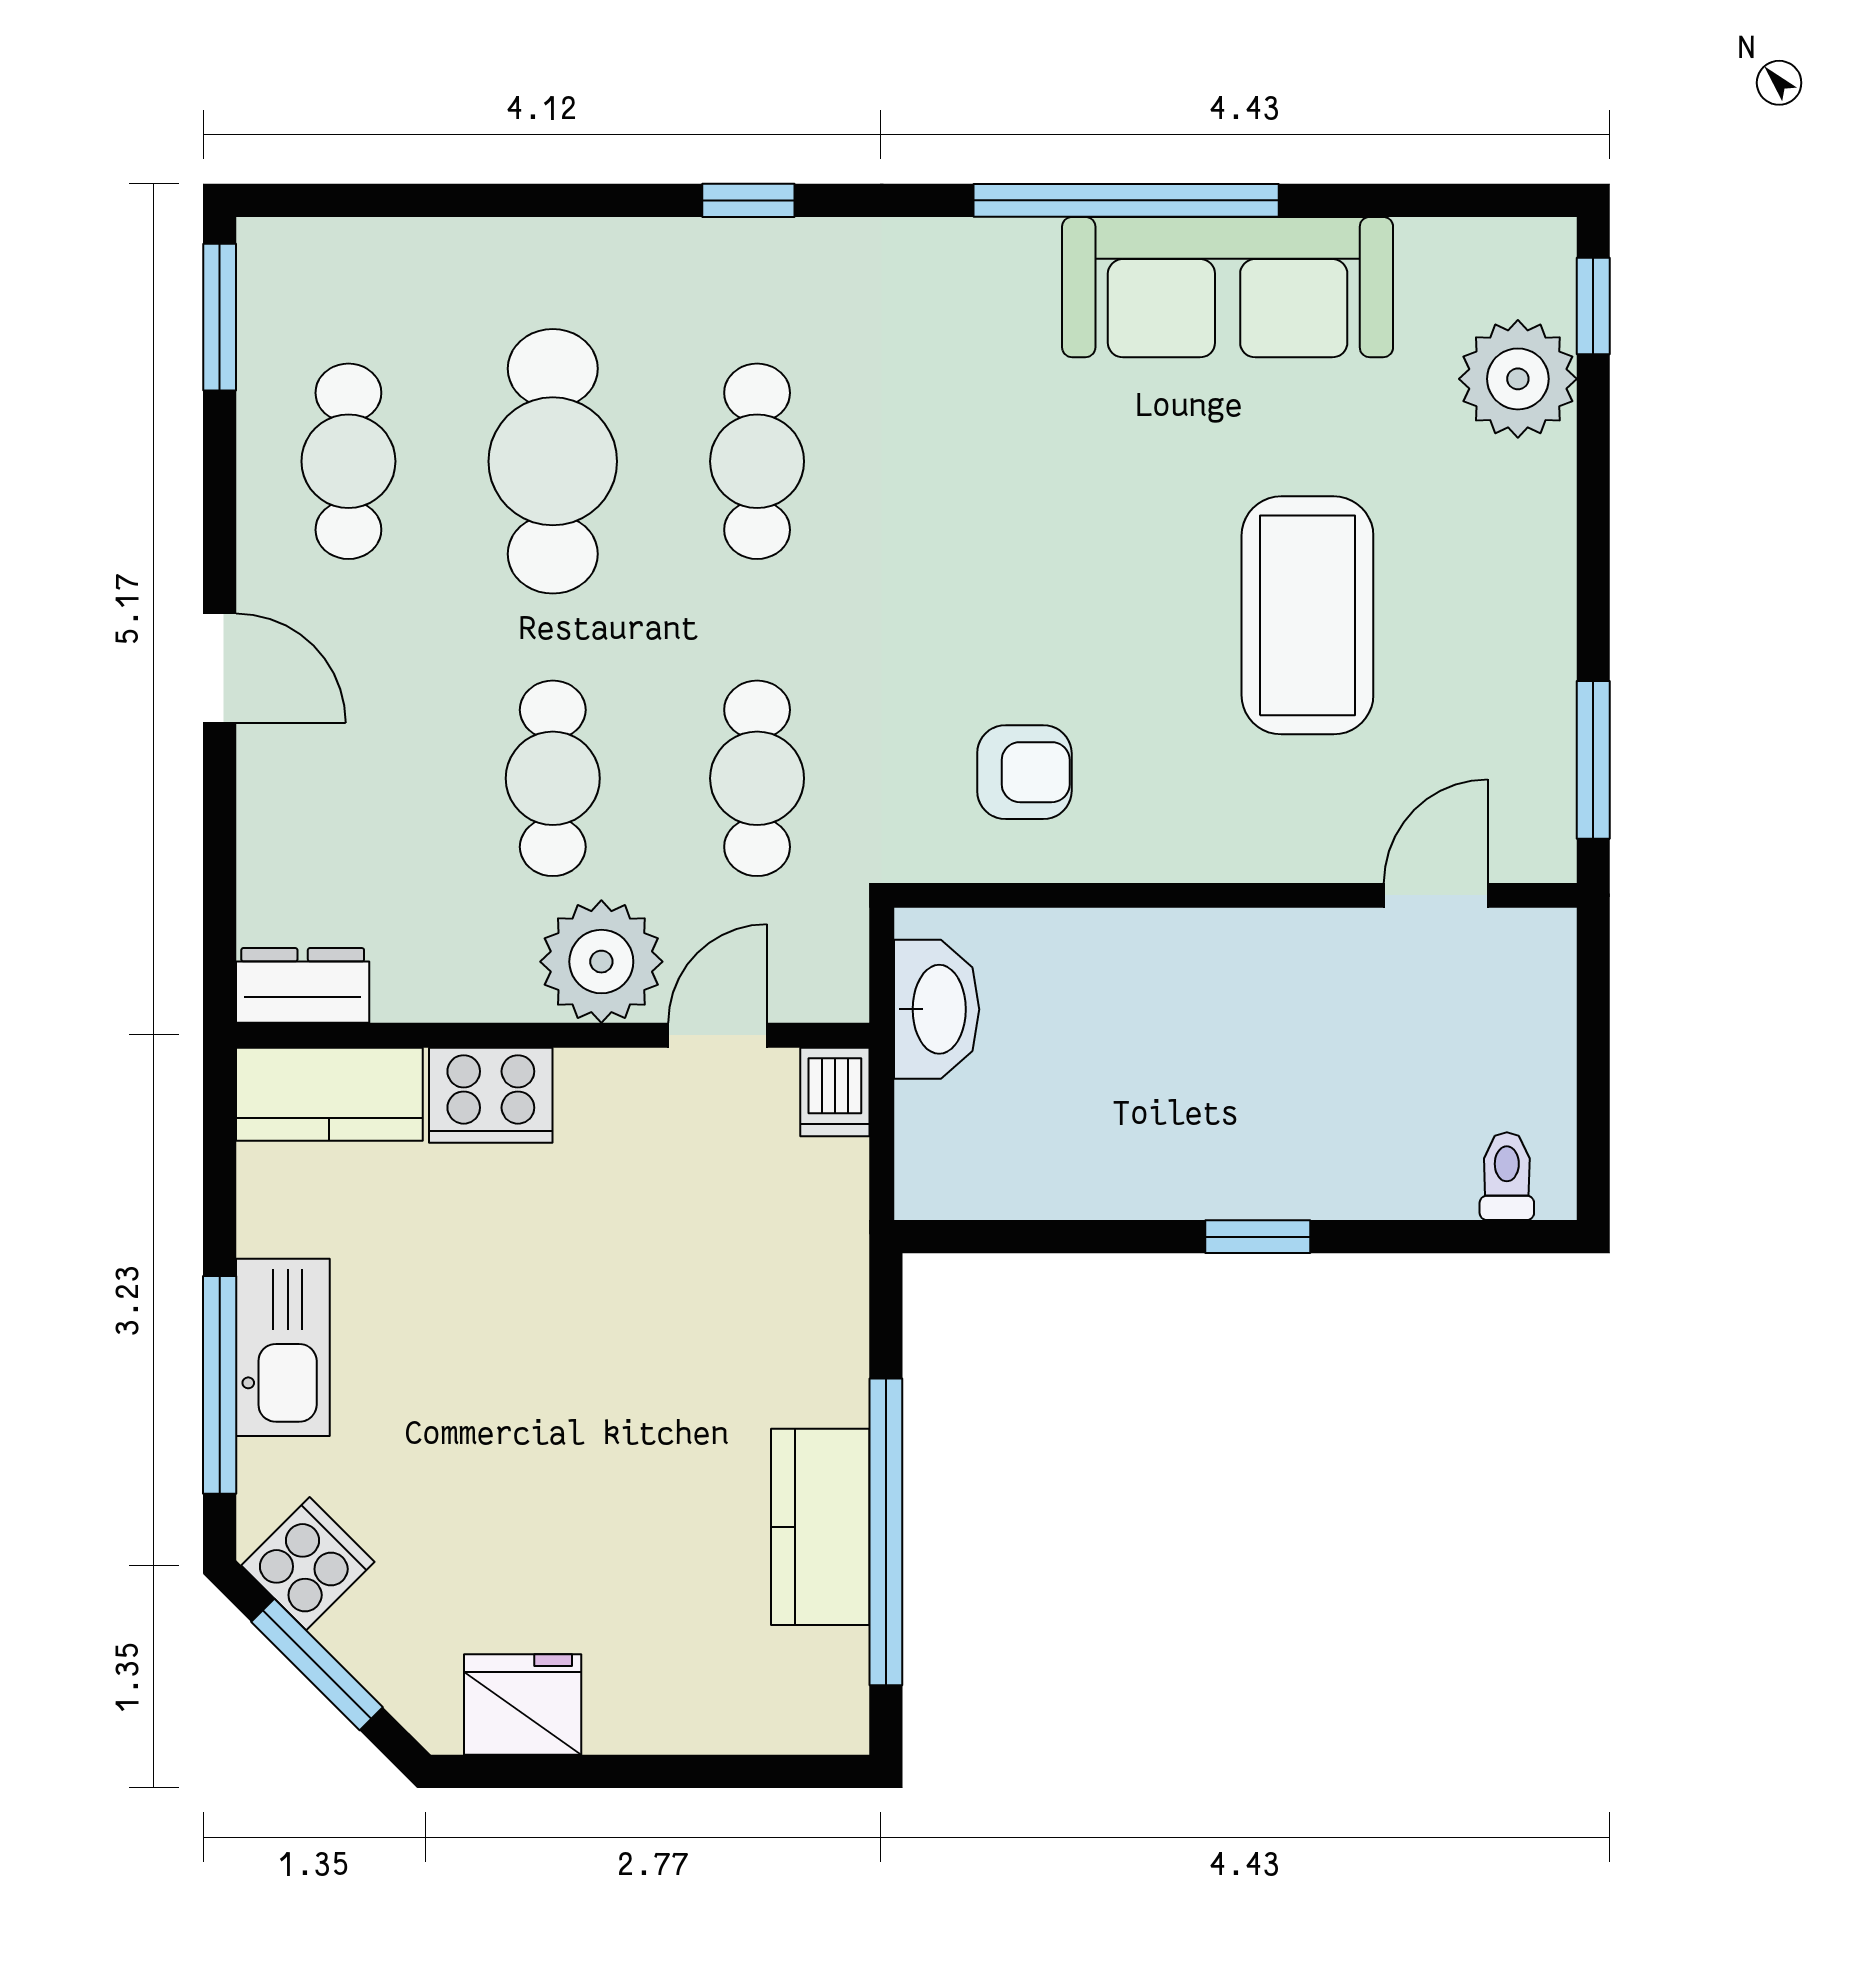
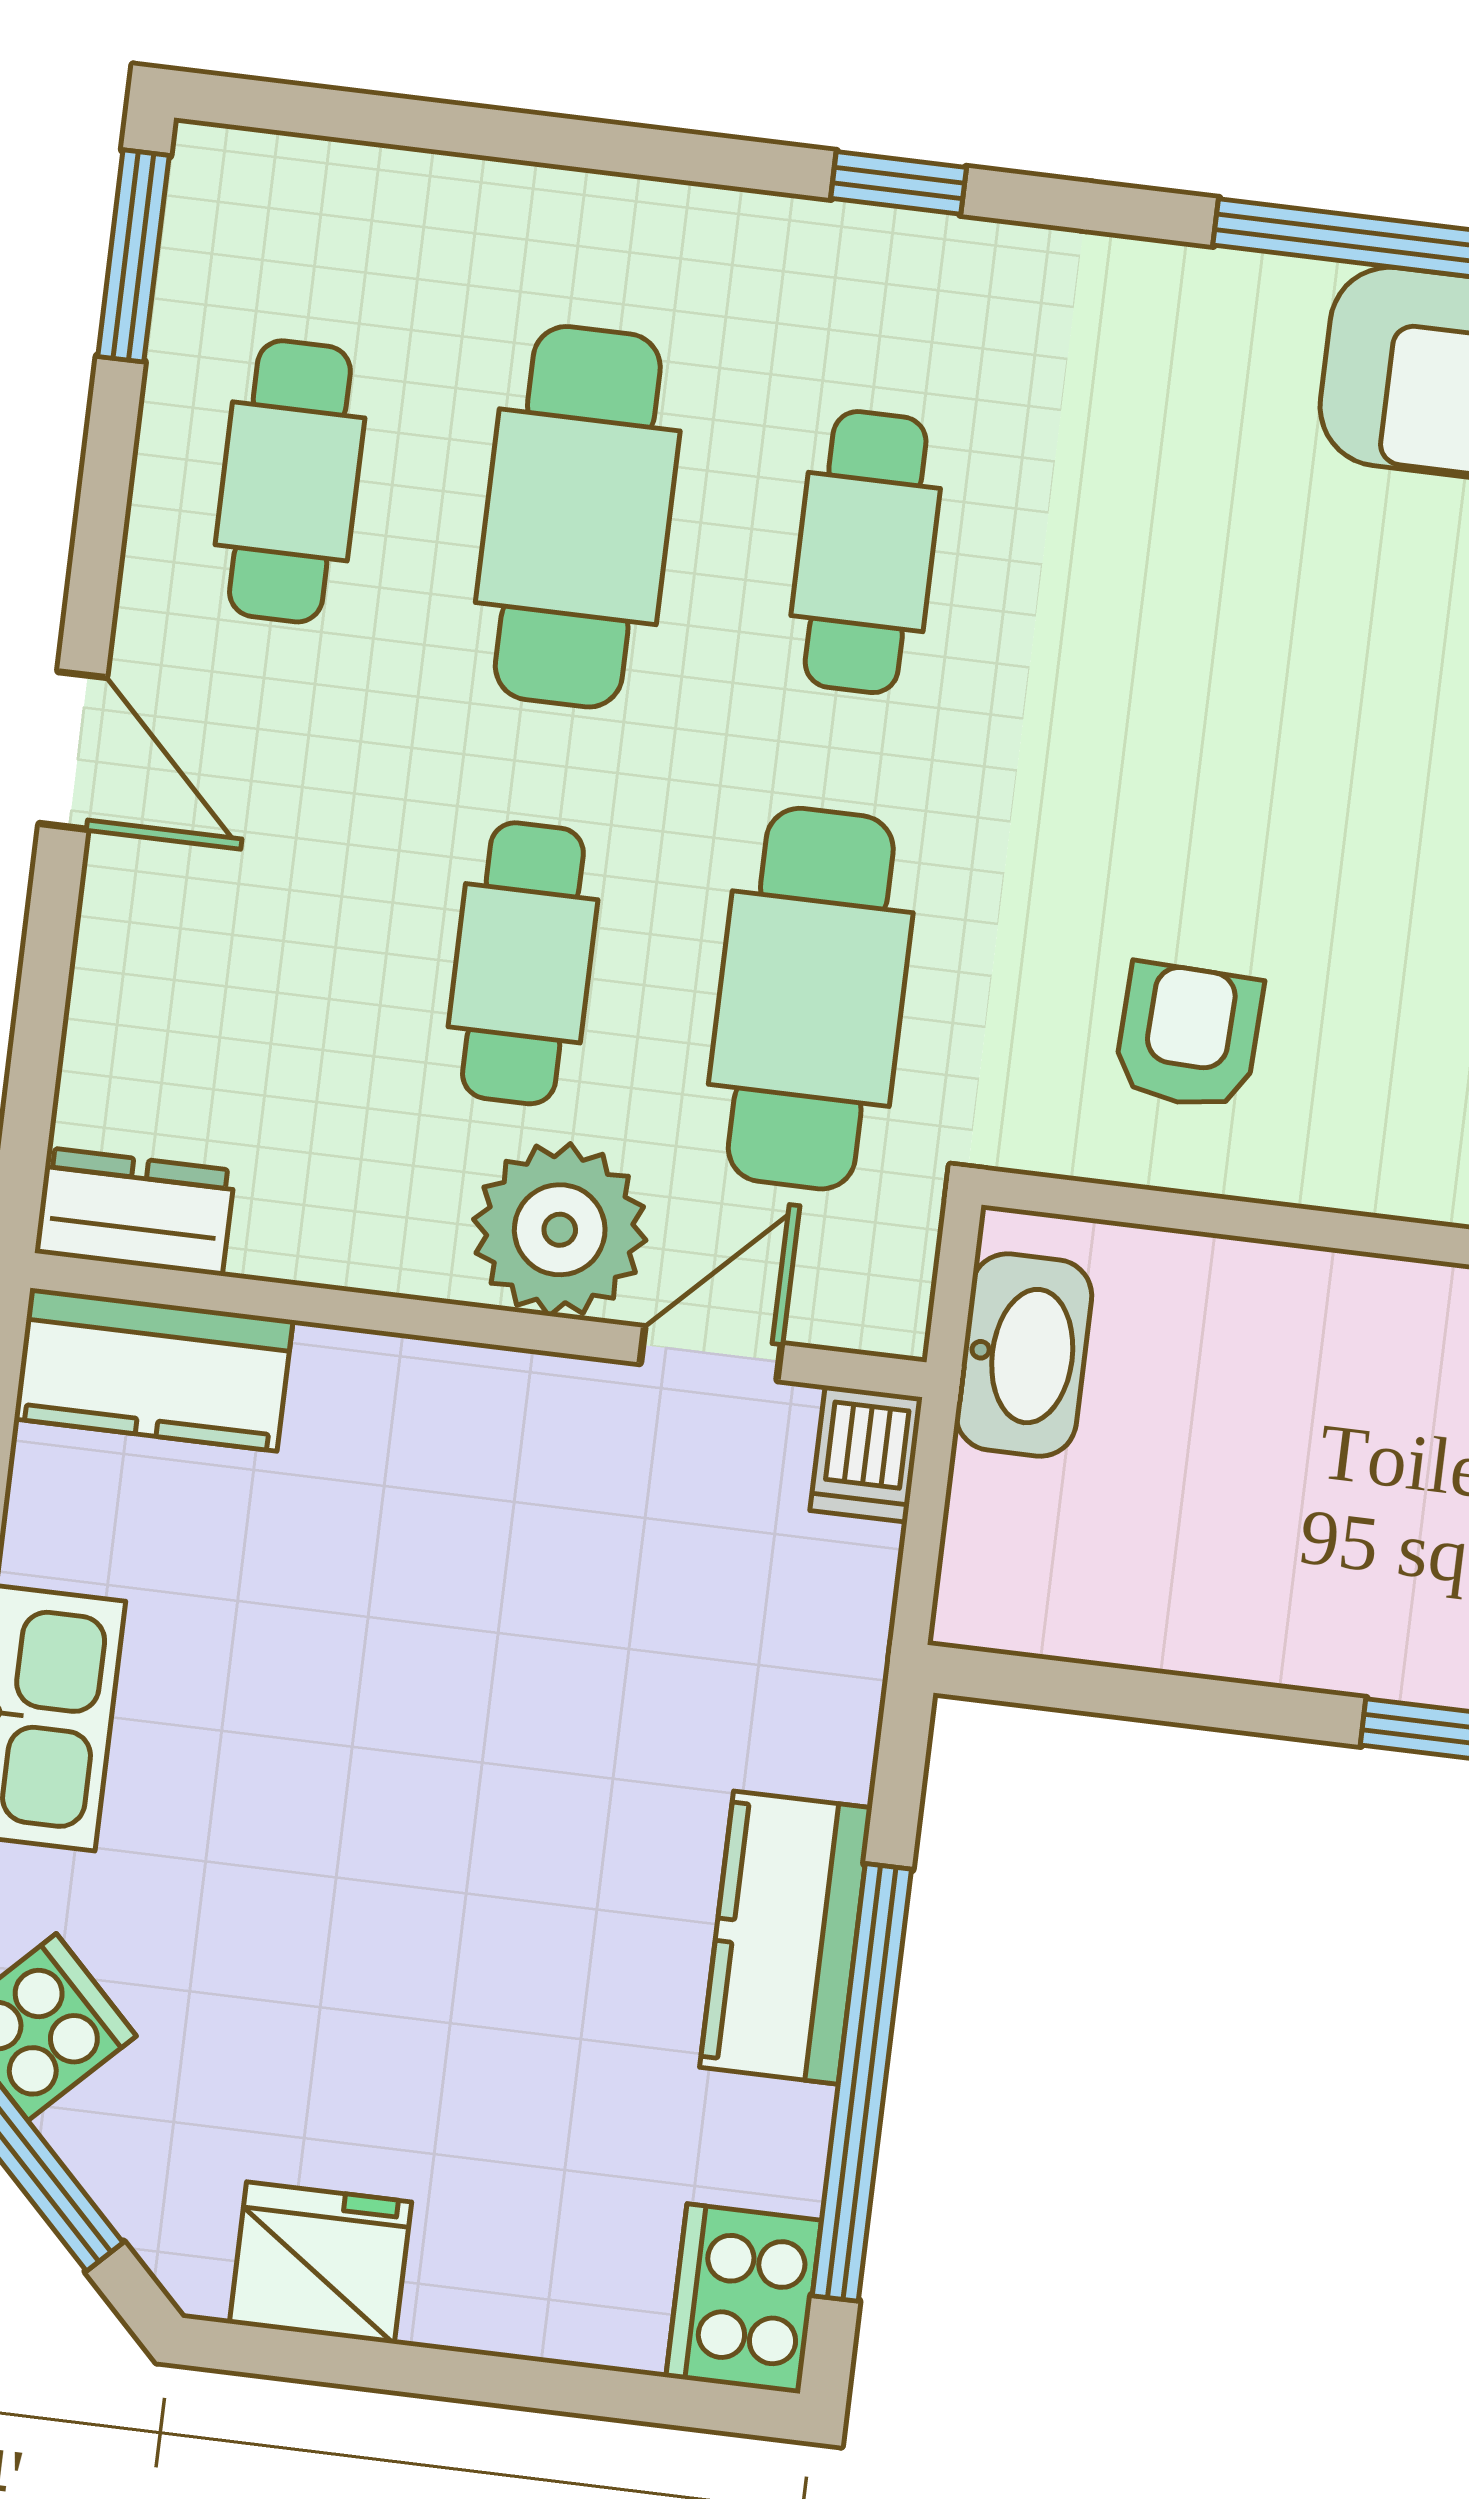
armchair: (1024, 772) -> (1188, 1036), turned -88
cafe table: (757, 778) -> (811, 999), width x1.37, depth x1.35
cooker: (491, 1095) -> (744, 2299), moved, turned 90
kitchen counter: (820, 1527) -> (786, 1938), moved

